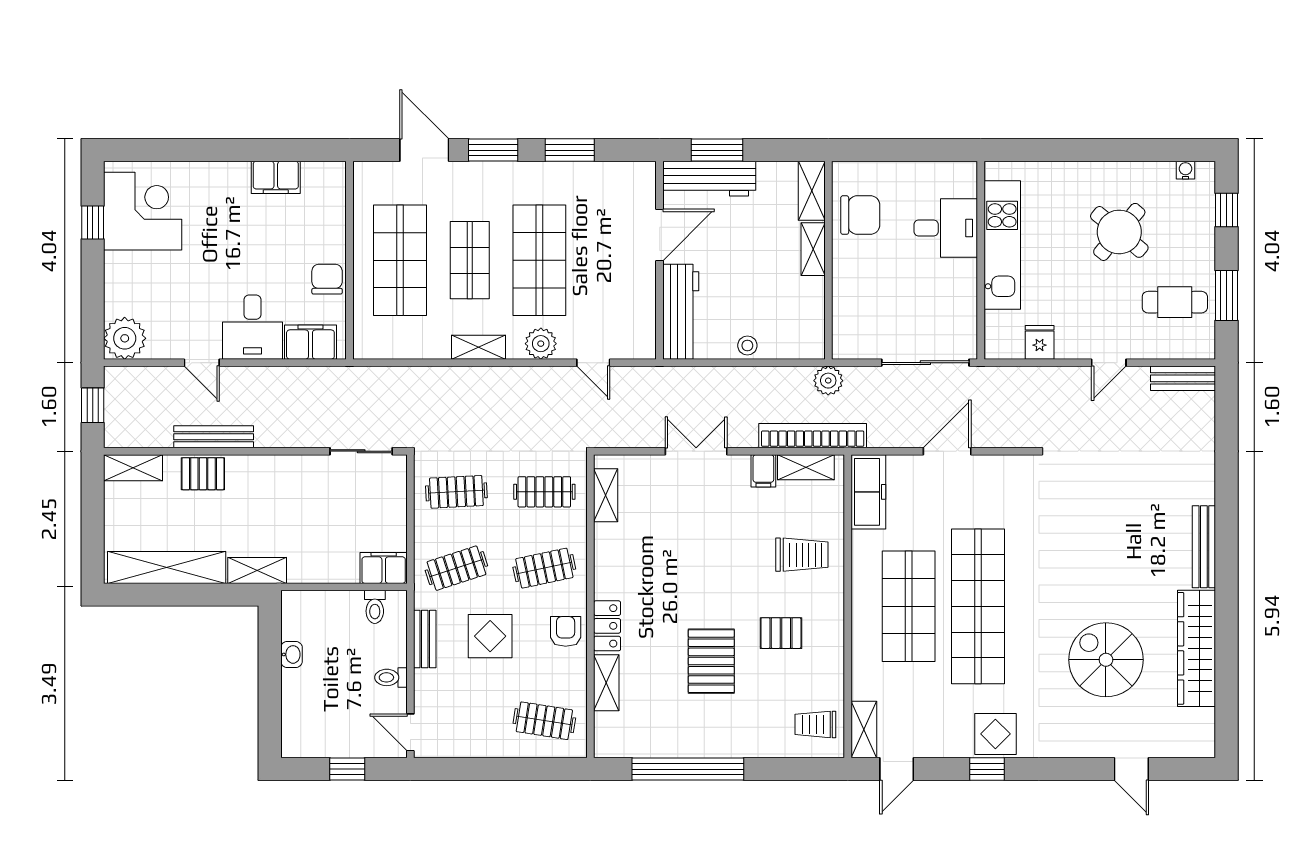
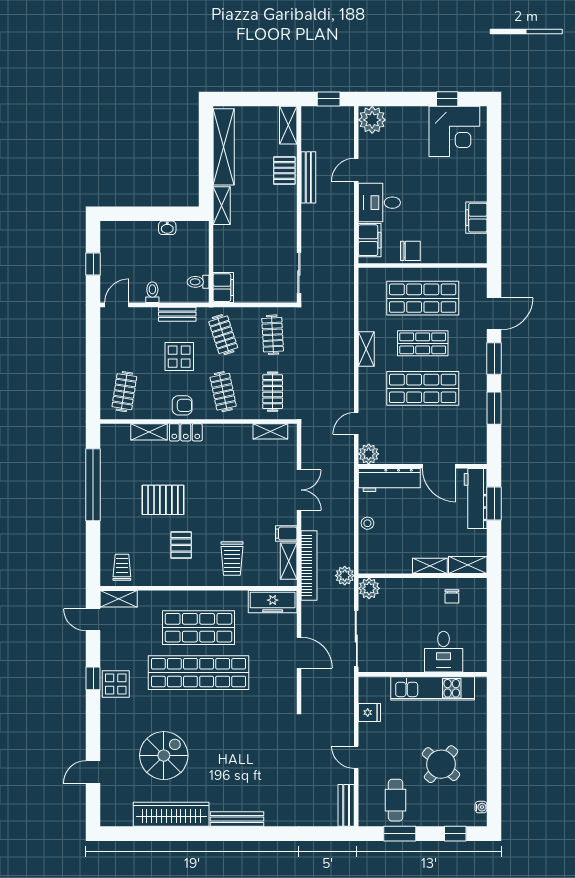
chair: (860, 215) -> (452, 596), width x0.54, depth x0.54
plant: (848, 343) -> (369, 588), added
plant: (541, 344) -> (369, 454), moved

